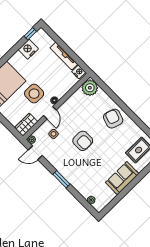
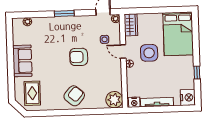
window: (30, 34) -> (197, 73), moved
nightstand: (28, 49) -> (188, 97), moved
armchair: (113, 119) -> (74, 96), turned -67

